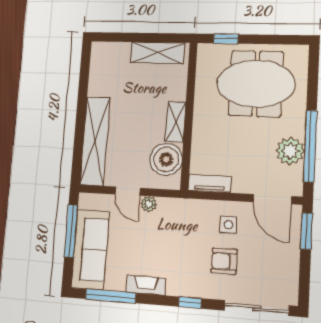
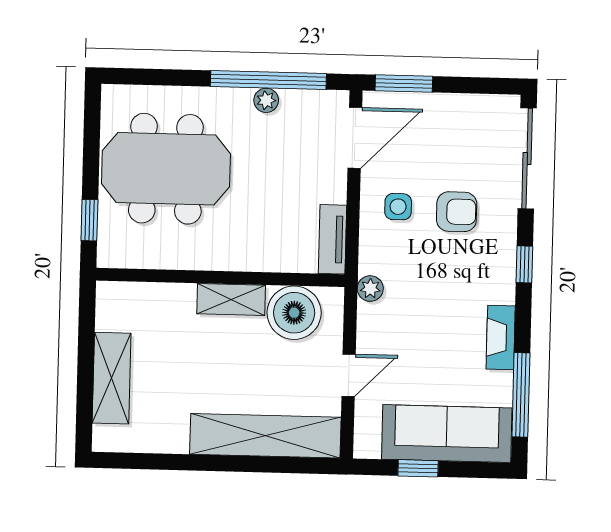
shelving: (157, 53) -> (112, 378), moved
meeting table: (256, 84) -> (166, 169), turned 90
plant: (290, 151) -> (266, 100), width x0.53, depth x0.53
plant: (149, 204) -> (370, 289), moved
window: (71, 231) -> (418, 468), width x0.46
armchair: (224, 261) -> (457, 212), turned -90

